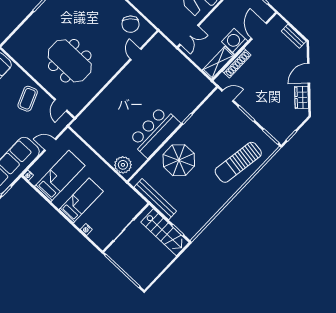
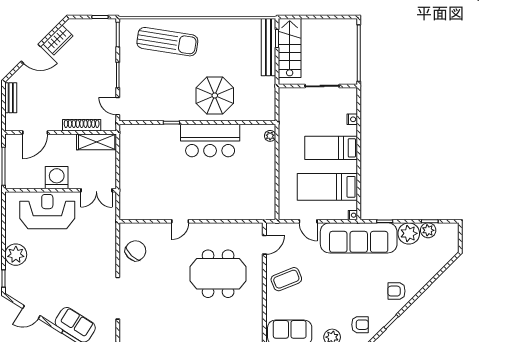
double door: (189, 35) -> (96, 190), swing flipped
washing machine: (235, 41) -> (57, 178), moved, turned 180
door: (136, 54) -> (180, 221), moved
meeting table: (70, 61) -> (218, 274), turned 90
plant: (123, 165) -> (270, 136), width x0.53, depth x0.53
bench: (155, 199) -> (268, 47), moved

